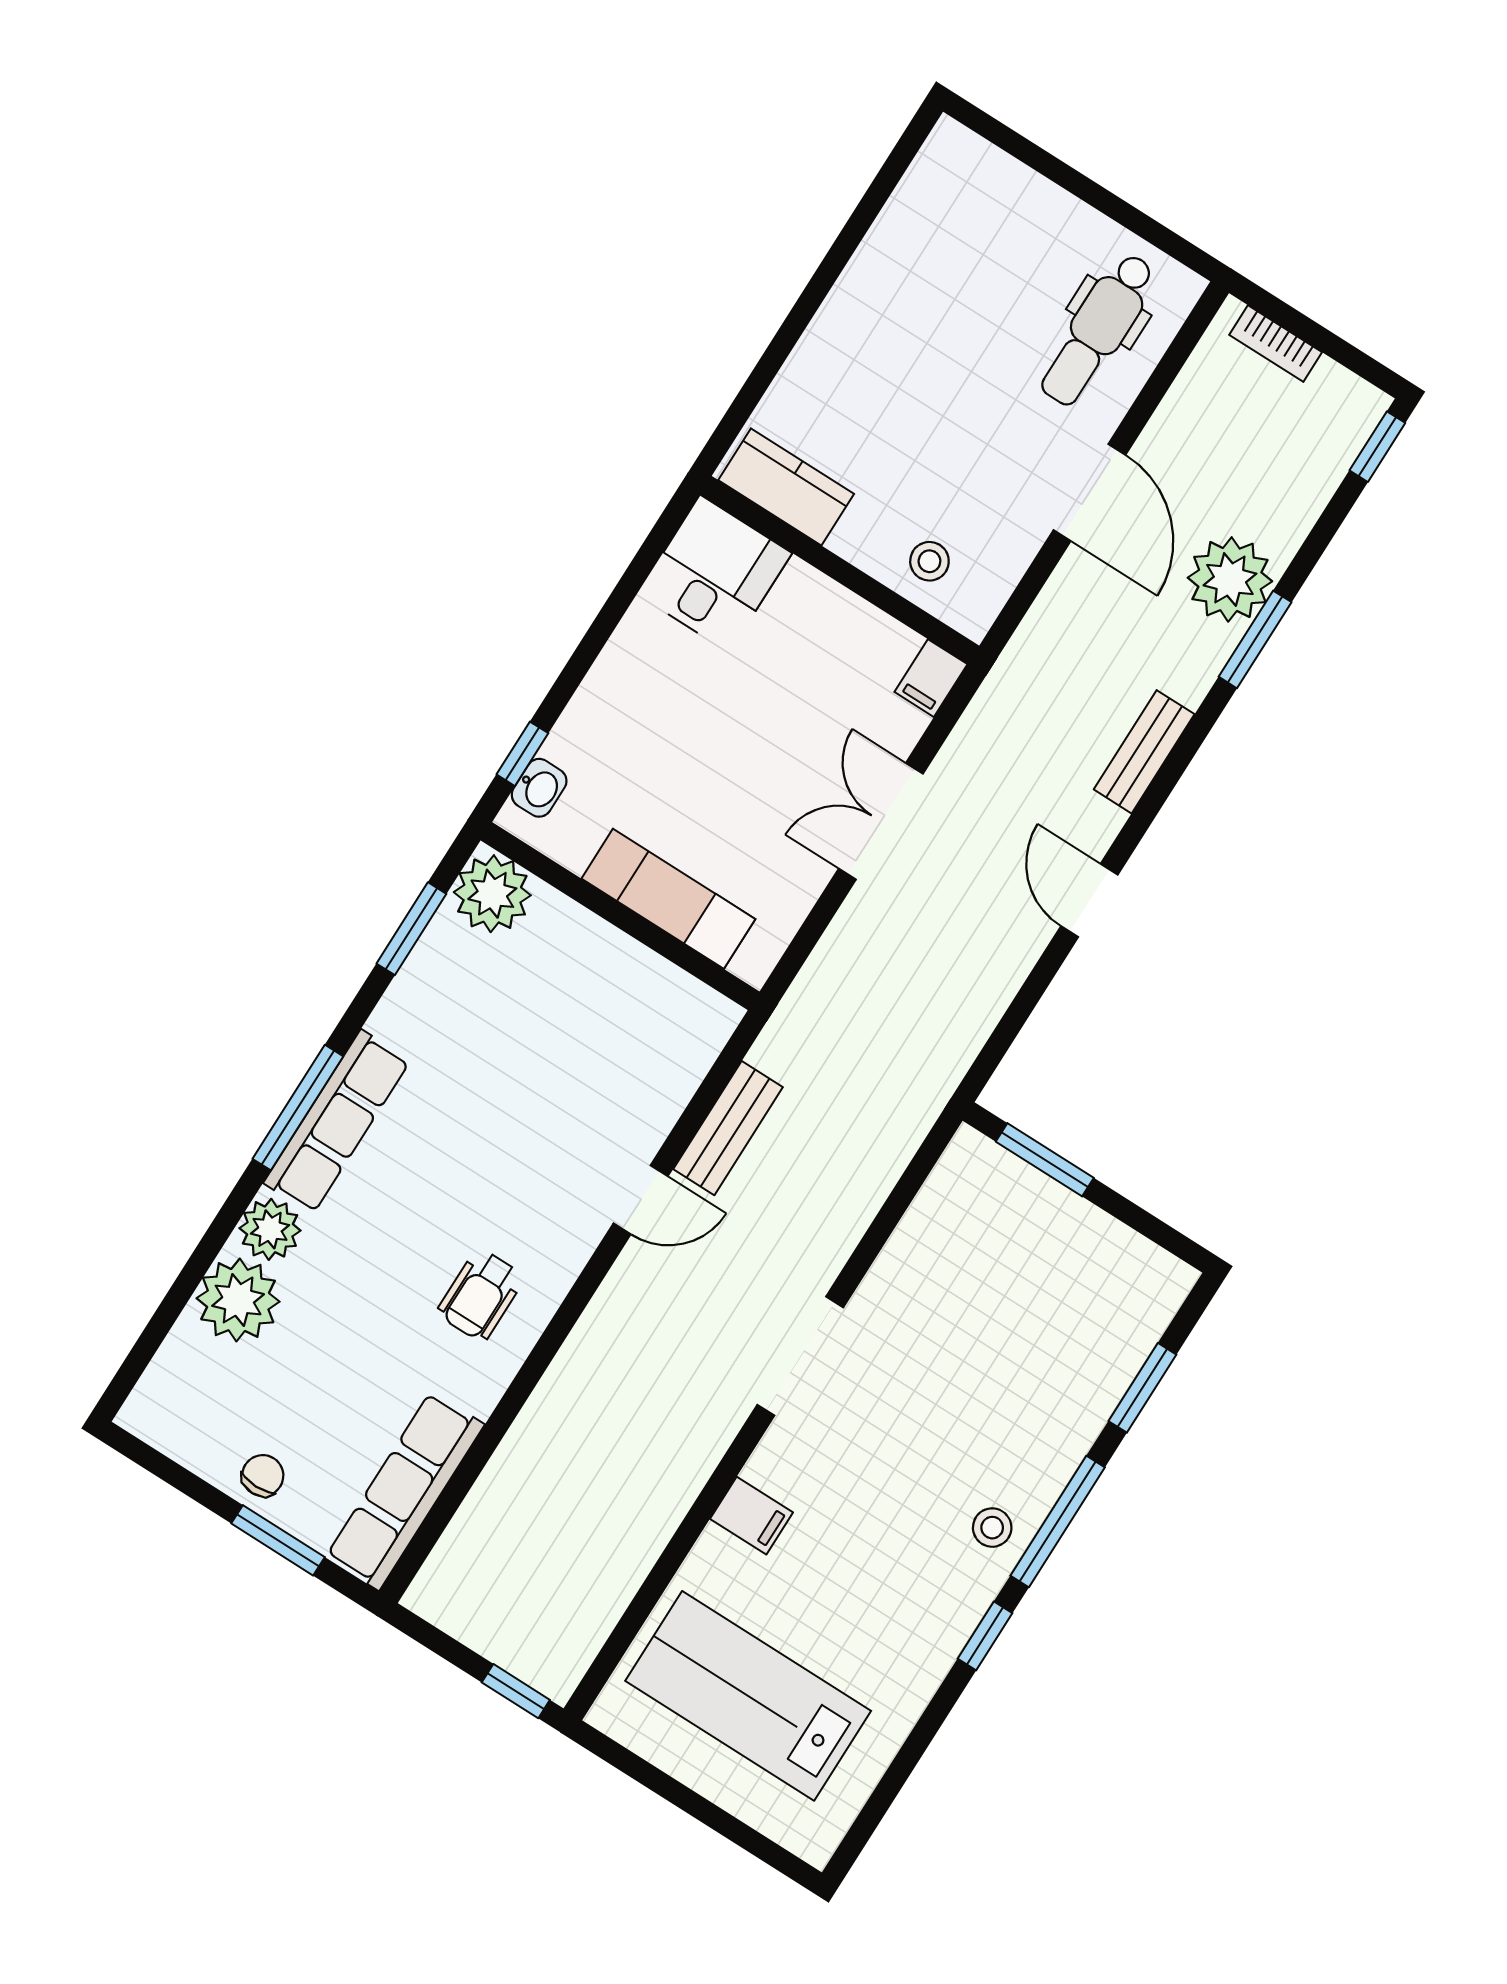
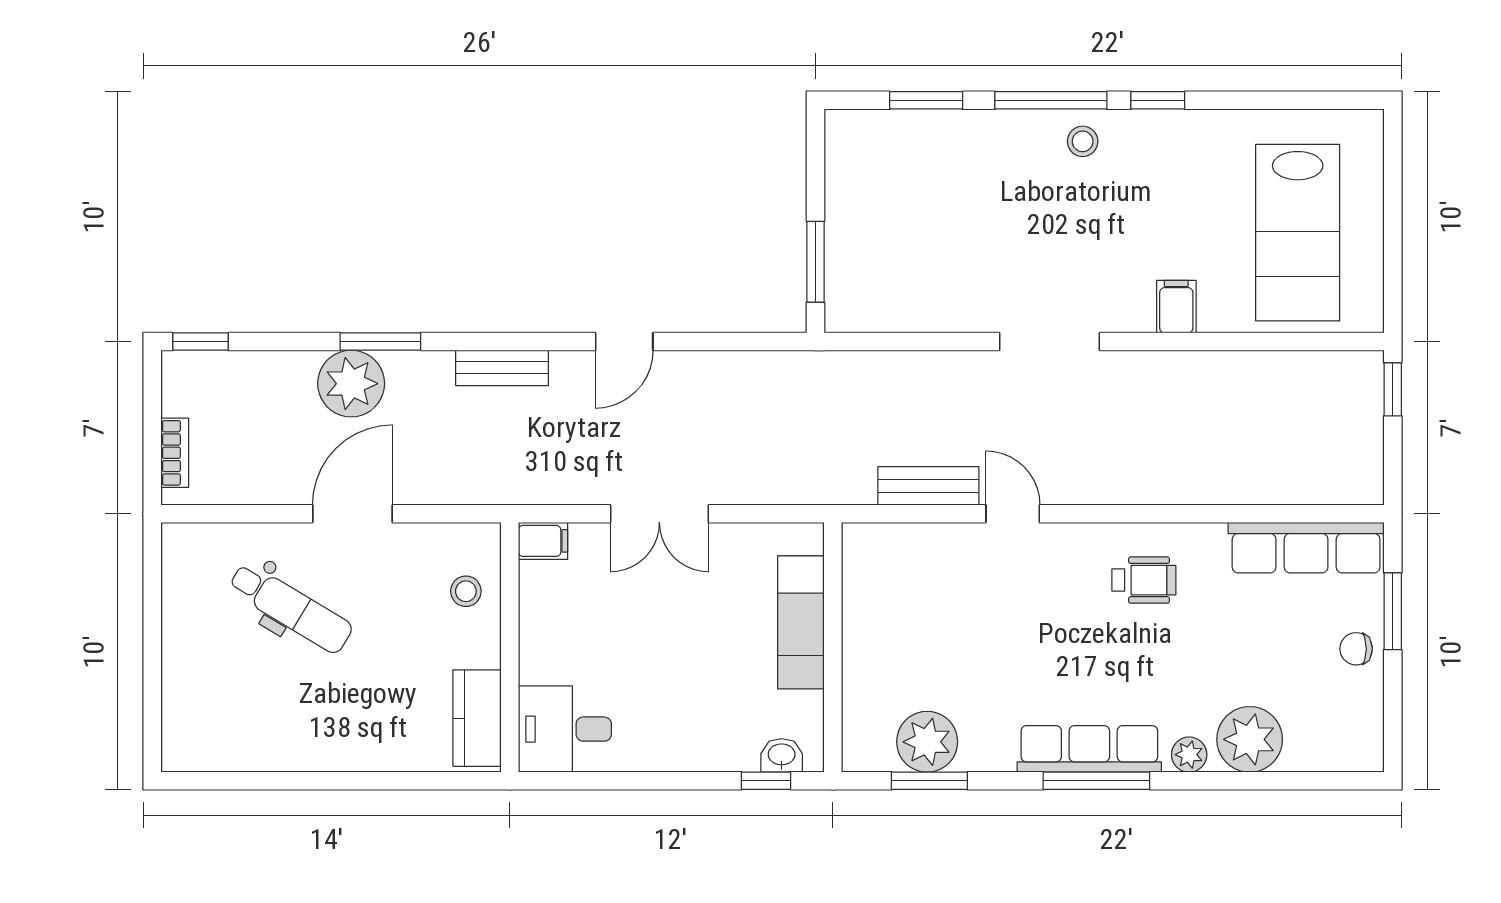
dental chair: (1098, 329) -> (291, 608), moved, turned 31
plant: (492, 894) -> (927, 742), moved
plant: (270, 1229) -> (1189, 755), width x0.73, depth x0.73

